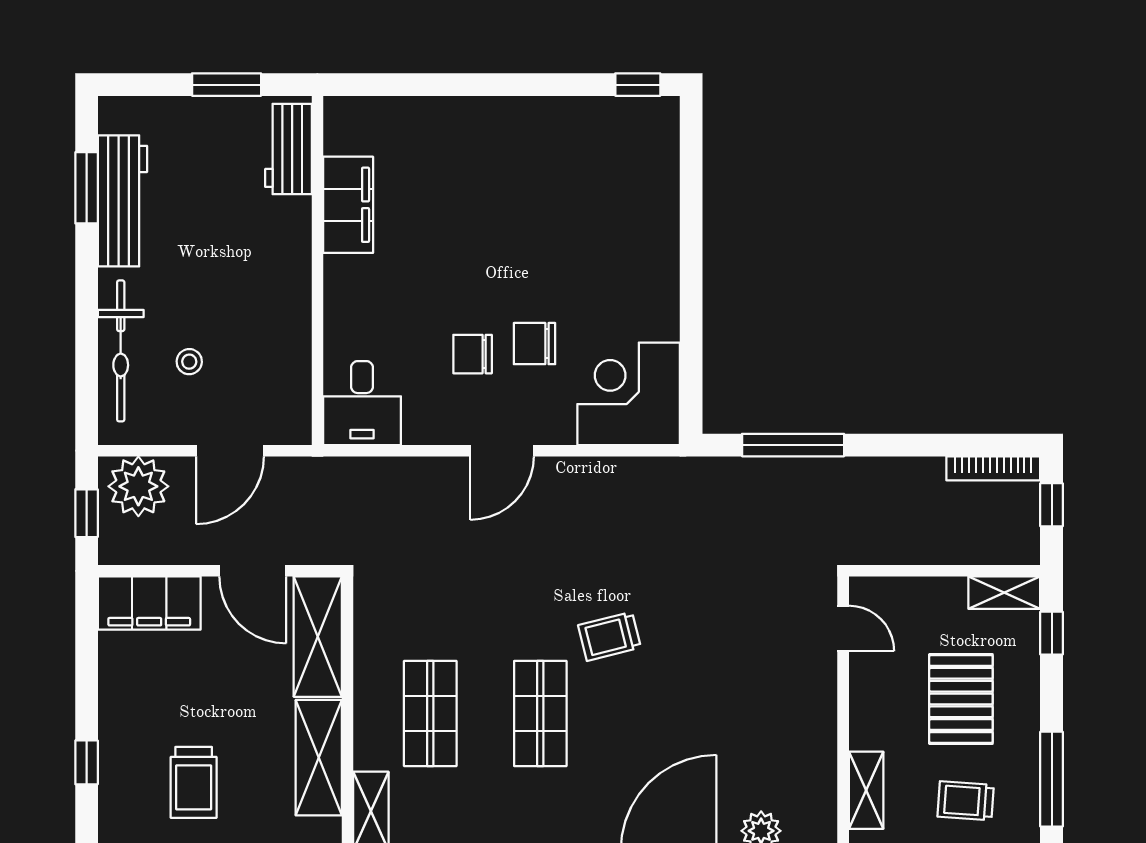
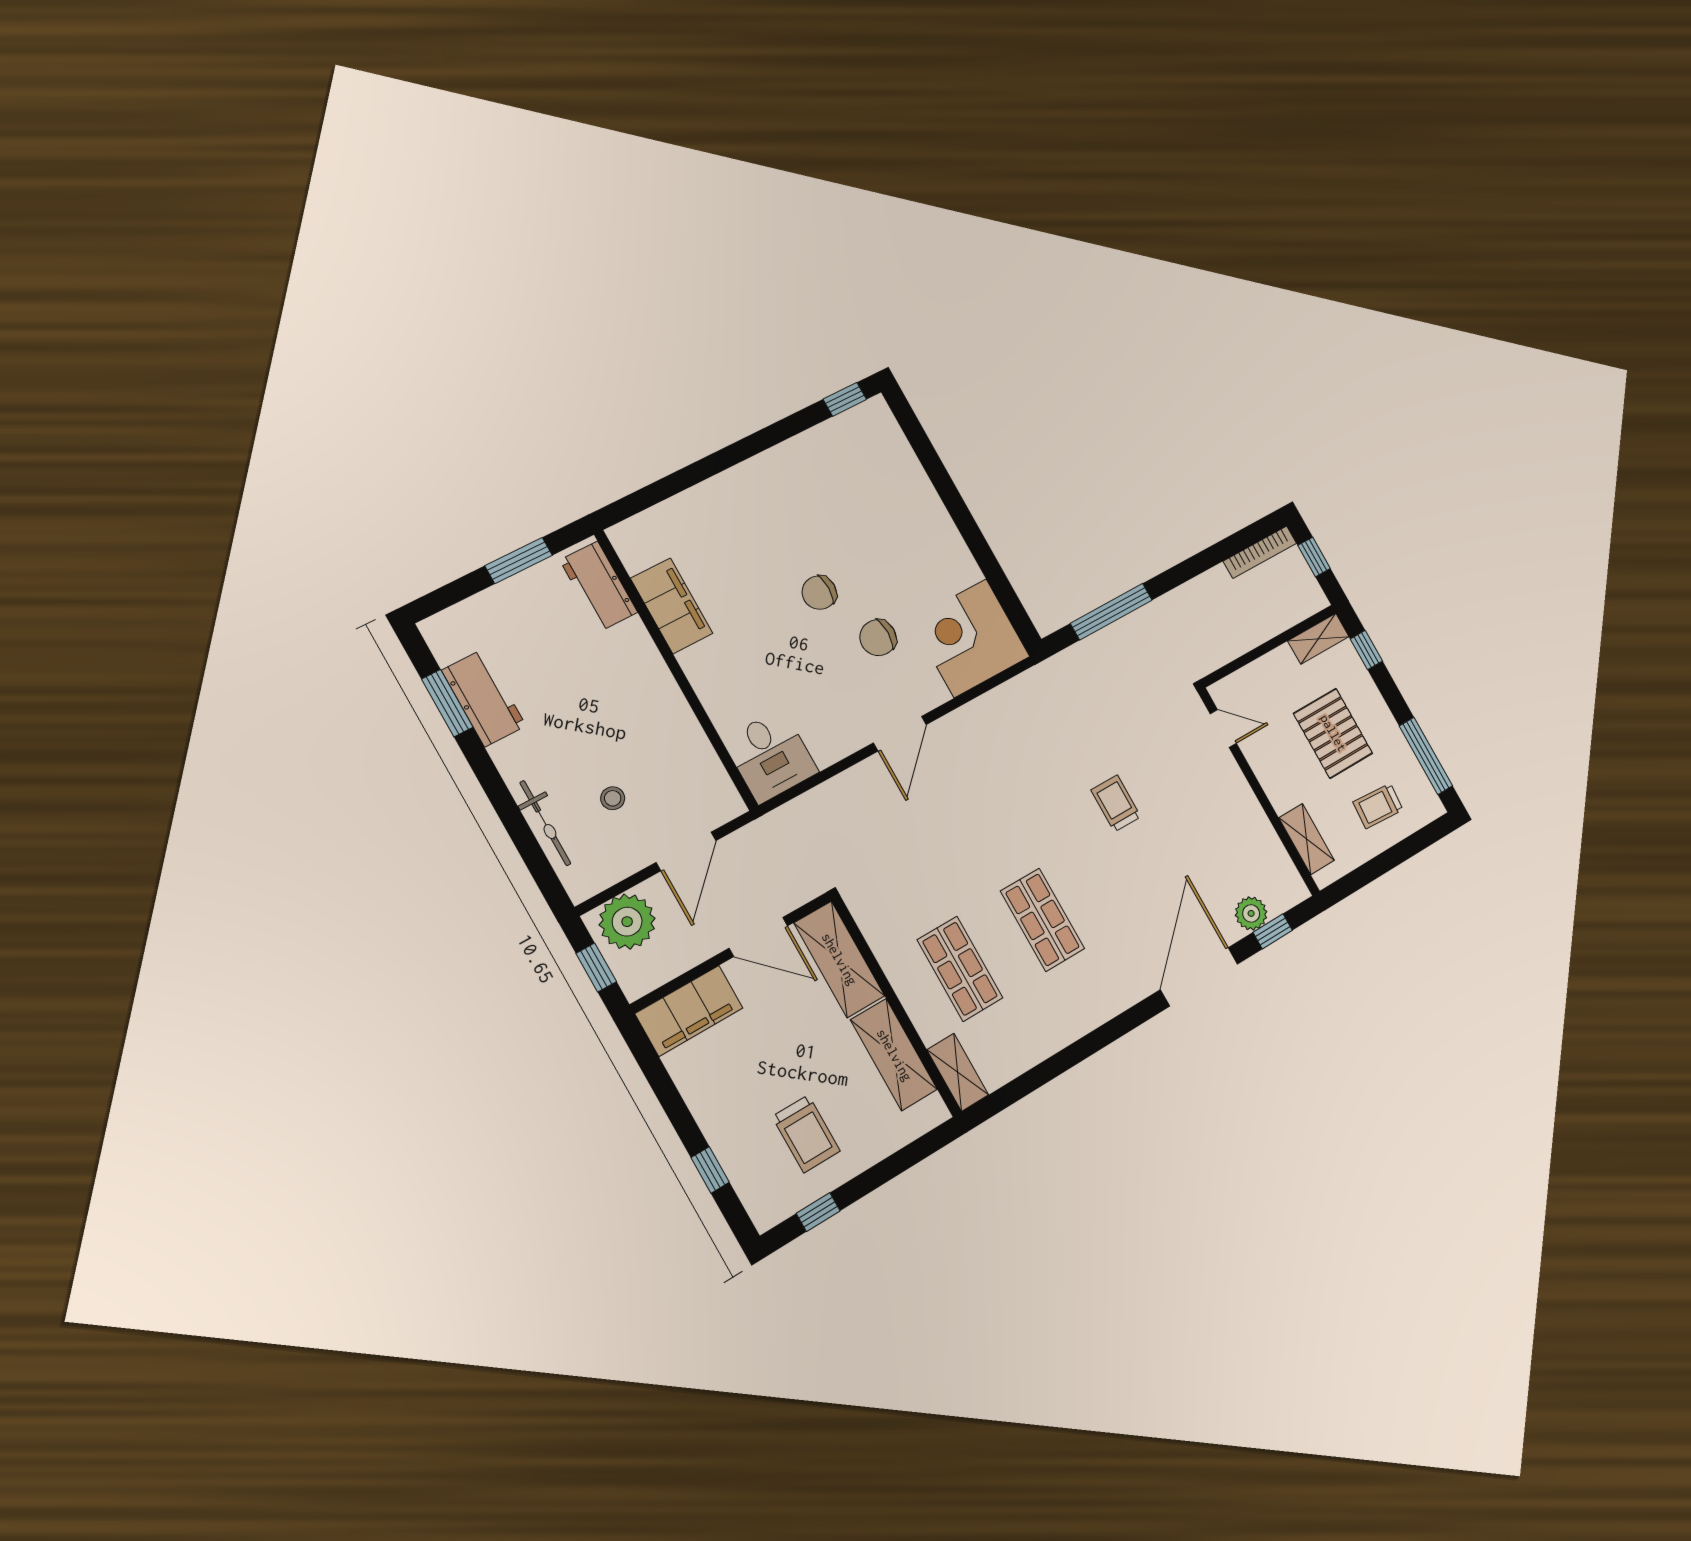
workbench: (122, 201) -> (484, 698), width x0.73
bicycle: (121, 351) -> (545, 823), width x0.73, depth x0.71
chair: (473, 354) -> (819, 593), moved
trolley: (609, 636) -> (1116, 803), moved, turned 104

